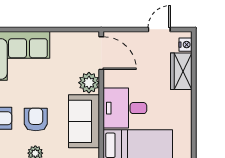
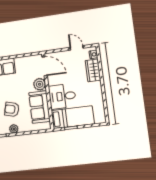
door: (159, 29) -> (77, 48), hinge flipped
armchair: (36, 119) -> (12, 109), turned -76

